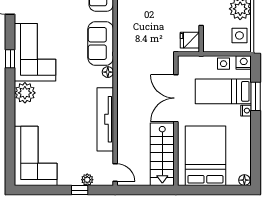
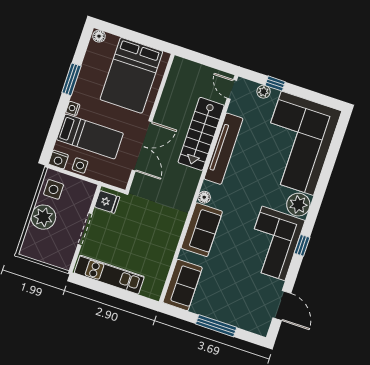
window: (256, 96) -> (71, 79), moved
stairs: (162, 154) -> (201, 134), moved, turned 180
corner sofa: (36, 156) -> (297, 143), width x1.36, depth x1.36

